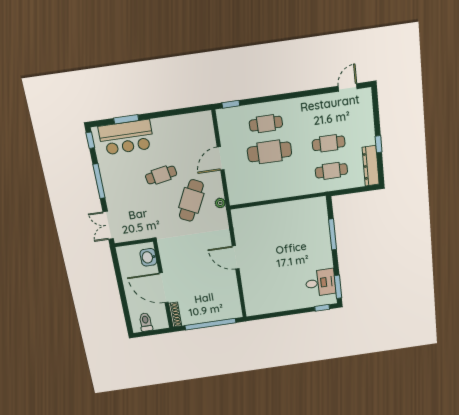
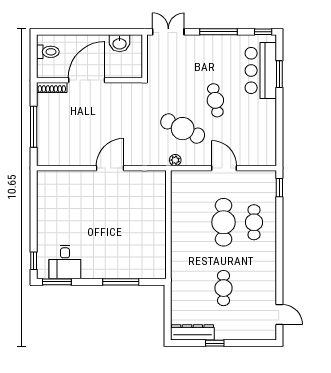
cafe table: (331, 171) -> (193, 288), removed
washbasin: (148, 257) -> (120, 43), moved, turned 180
window: (210, 324) -> (34, 127), width x0.68

